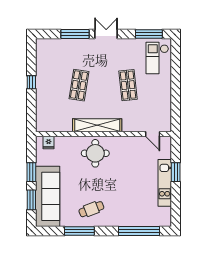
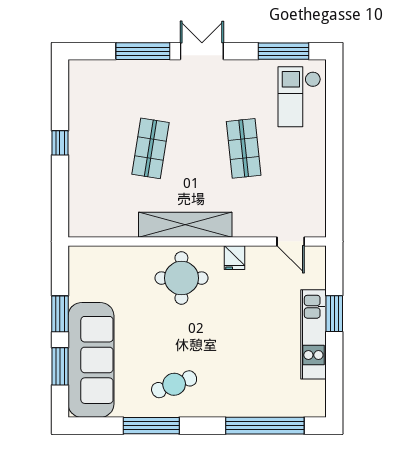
fridge: (49, 143) -> (234, 258), moved

